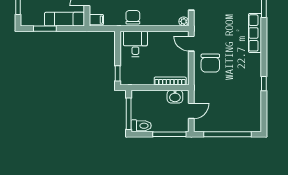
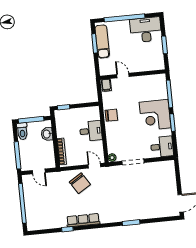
exam couch: (65, 19) -> (102, 41), moved
row of seats: (255, 33) -> (83, 220), moved
desk: (135, 44) -> (91, 131), moved
door: (191, 44) -> (94, 166), hinge flipped
chair: (210, 63) -> (80, 183), turned -122
washbasin: (175, 97) -> (47, 134), moved

